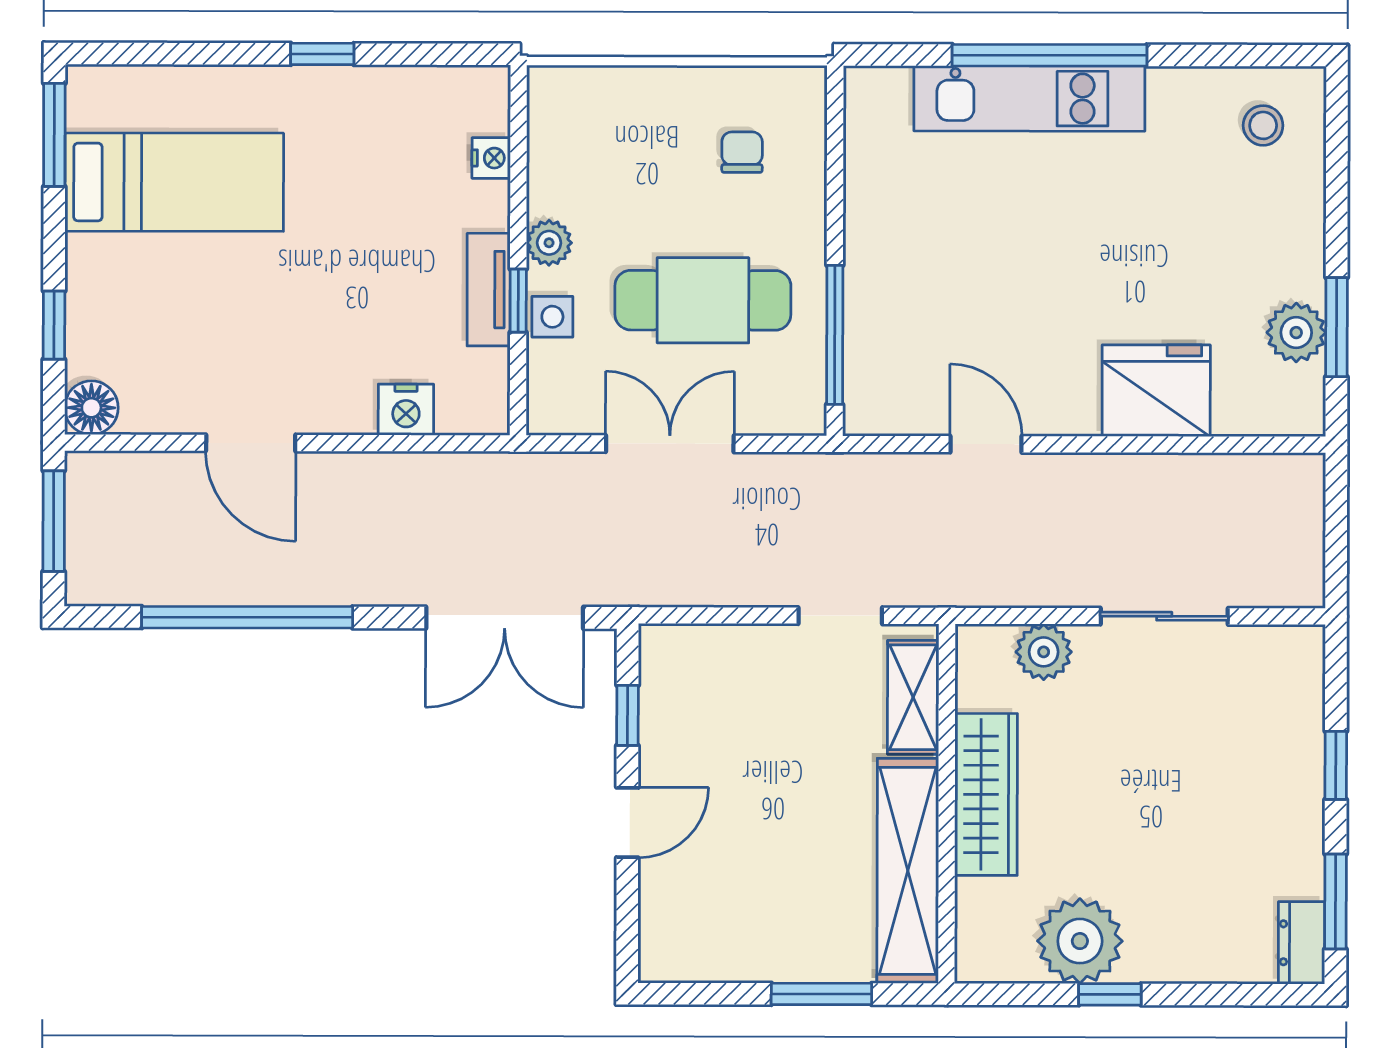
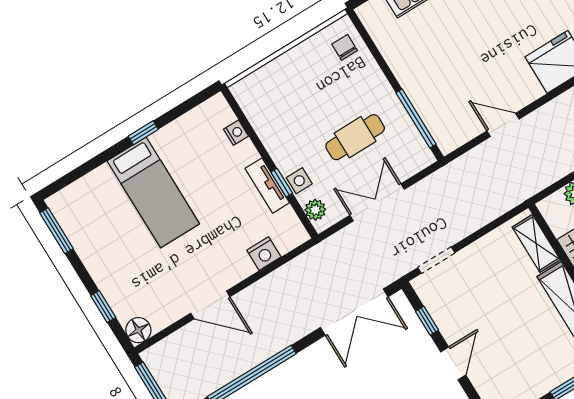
chair: (742, 152) -> (345, 47), moved
bed: (174, 182) -> (153, 192), moved, turned 90
plant: (549, 243) -> (315, 210), moved
cafe table: (703, 300) -> (355, 137), width x0.73, depth x0.74
doorway: (840, 616) -> (436, 260), moved

